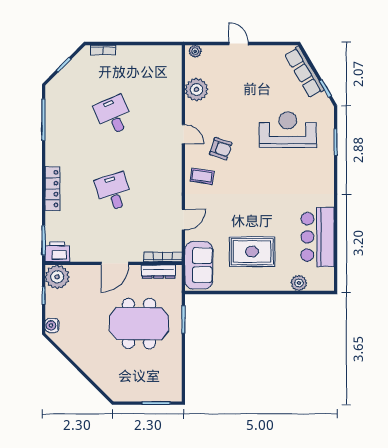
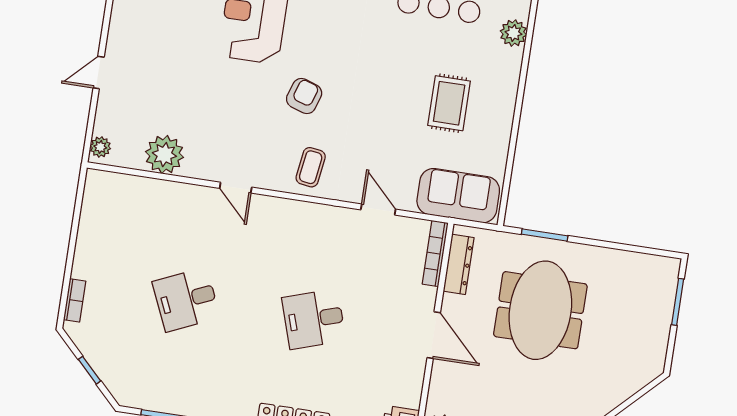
door: (183, 134) -> (236, 188), swing flipped
armchair: (221, 149) -> (304, 96), moved
rug: (252, 252) -> (449, 103), width x0.73, depth x0.70

